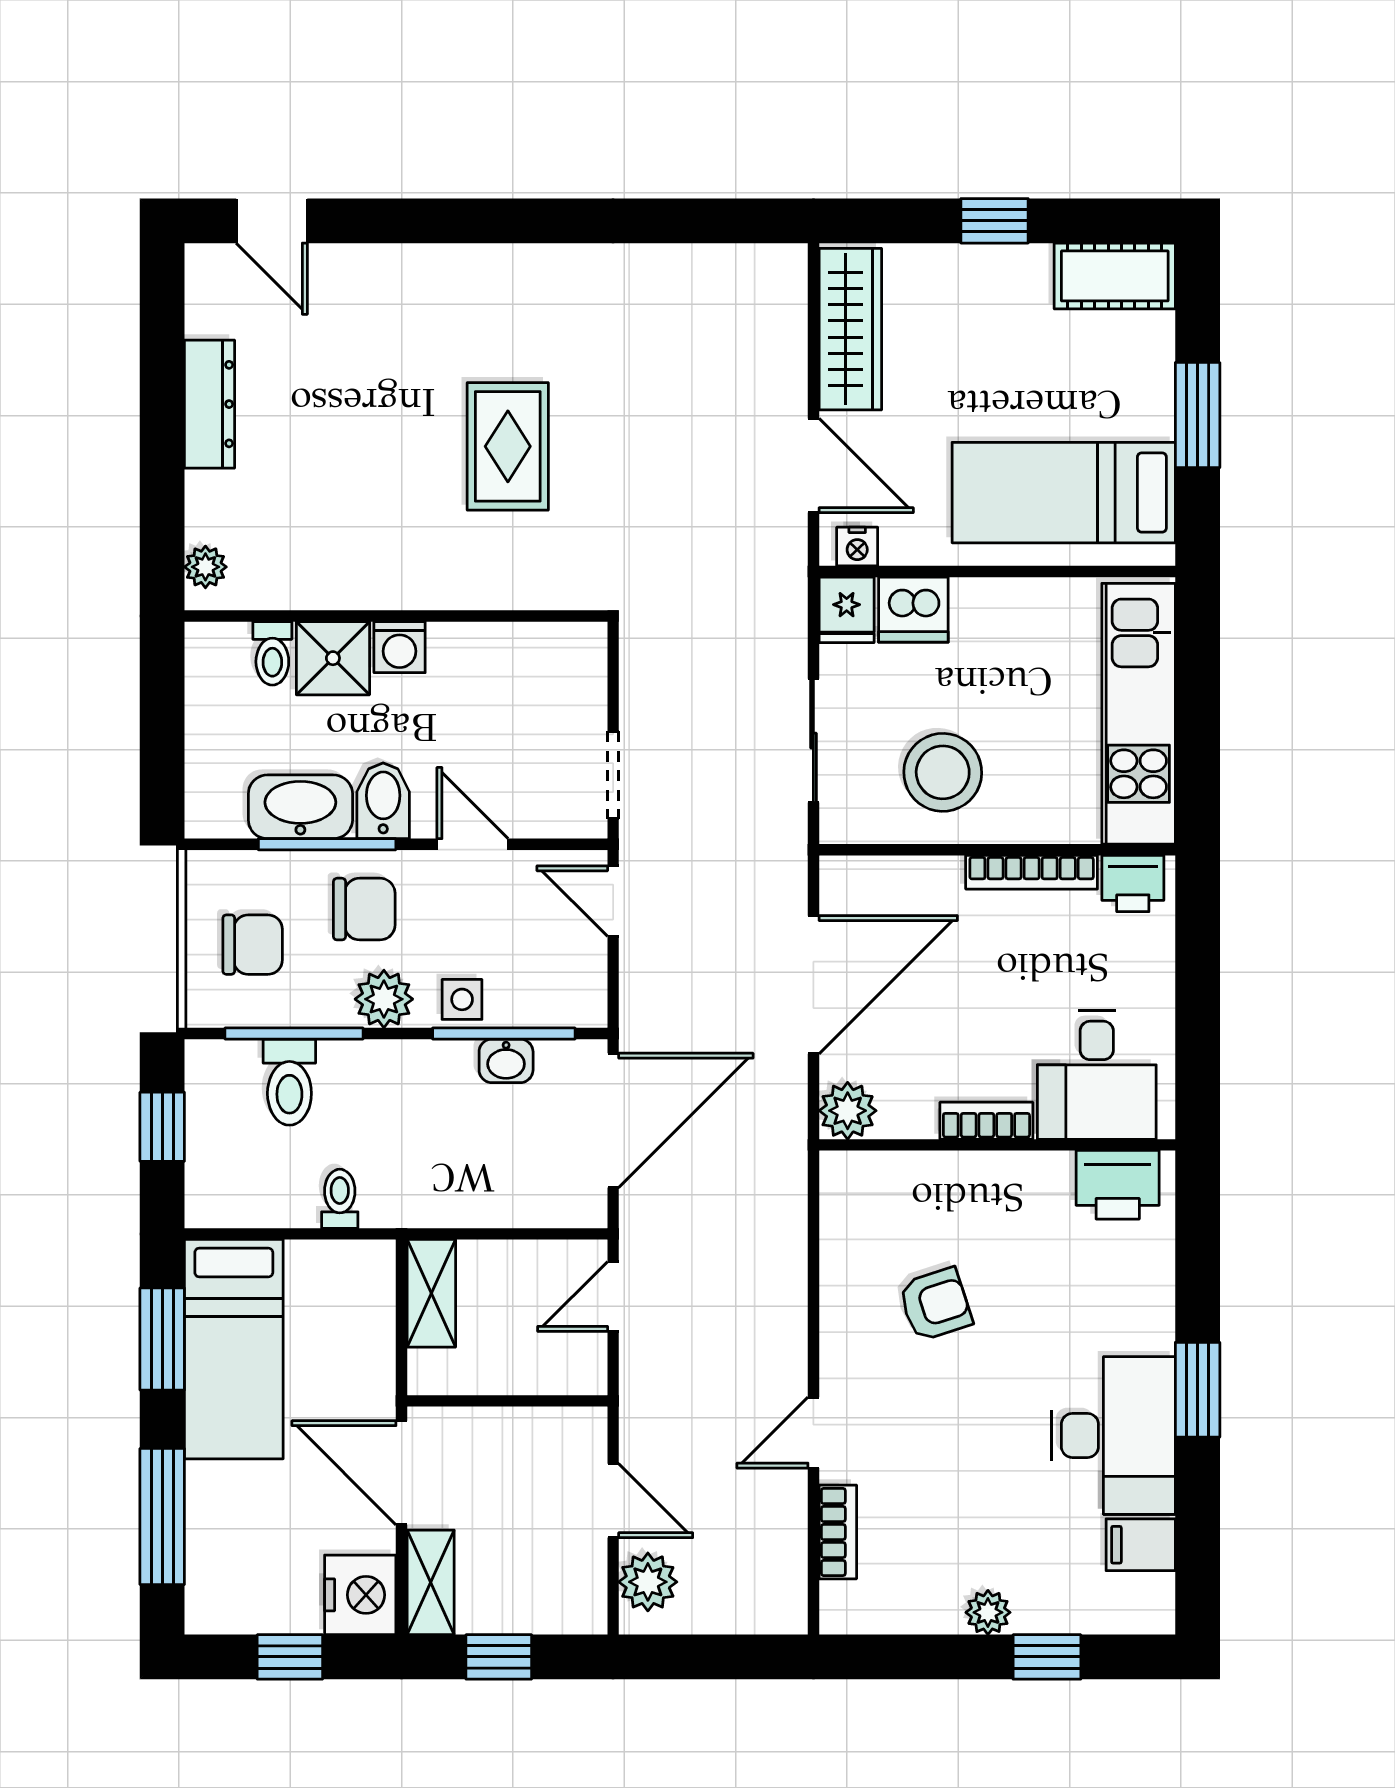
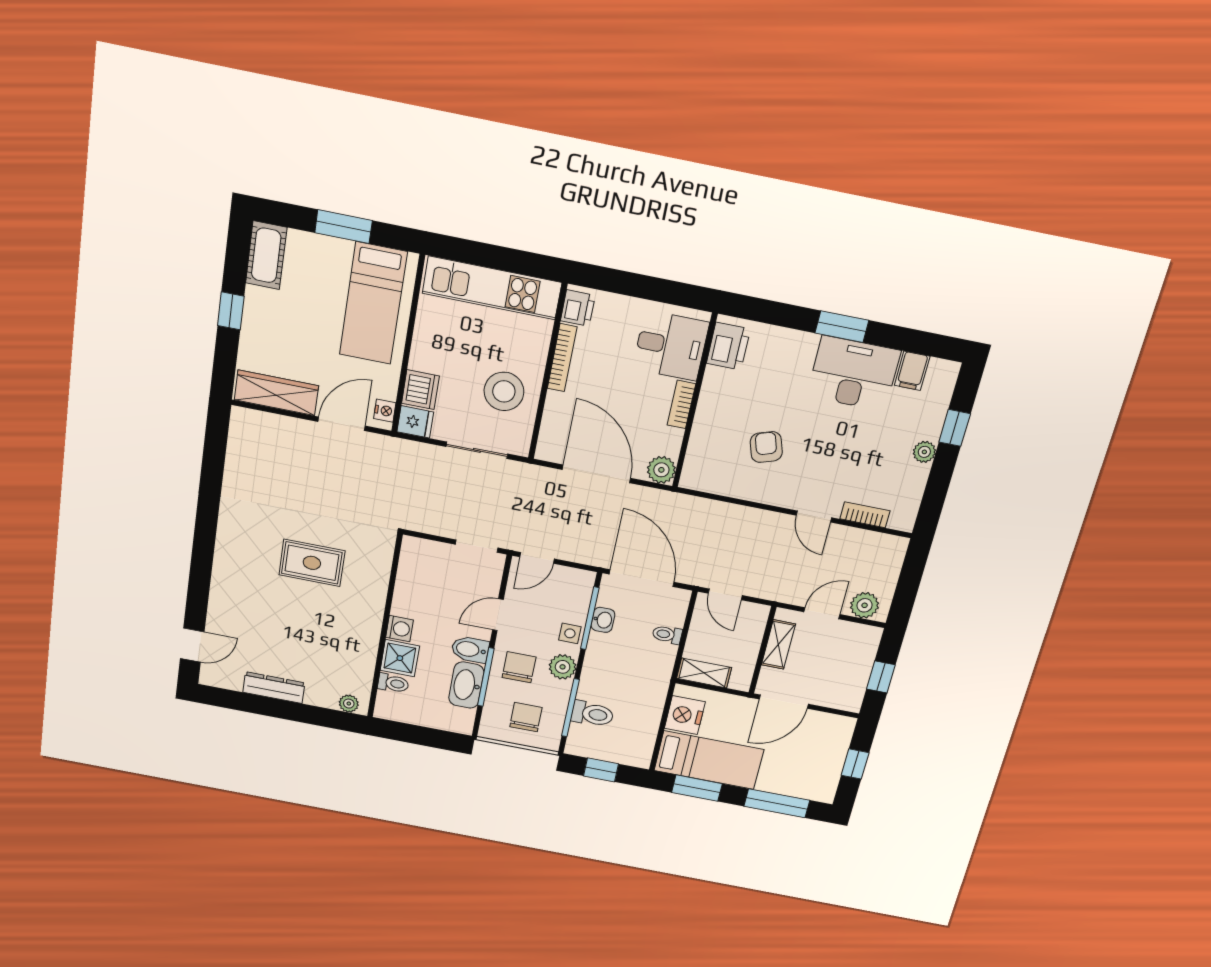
toilet: (340, 1199) -> (667, 635), moved
shelving: (431, 1582) -> (778, 644), moved, turned 90
nightstand: (360, 1595) -> (685, 715), moved, turned -90

